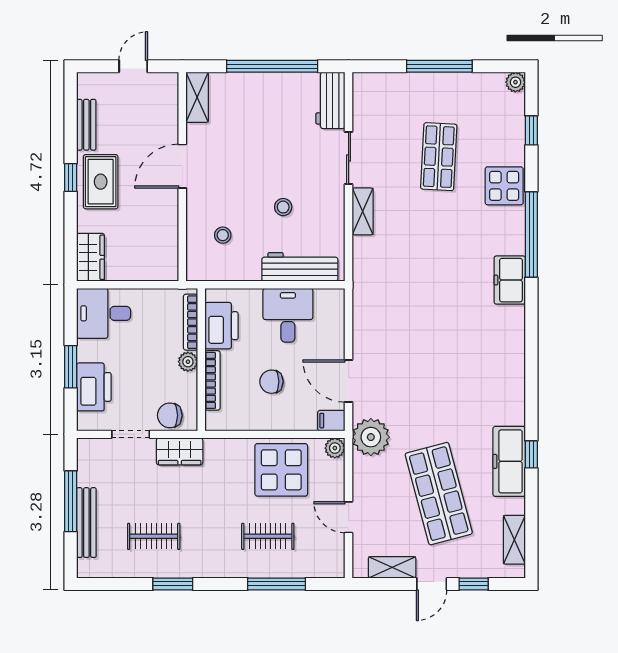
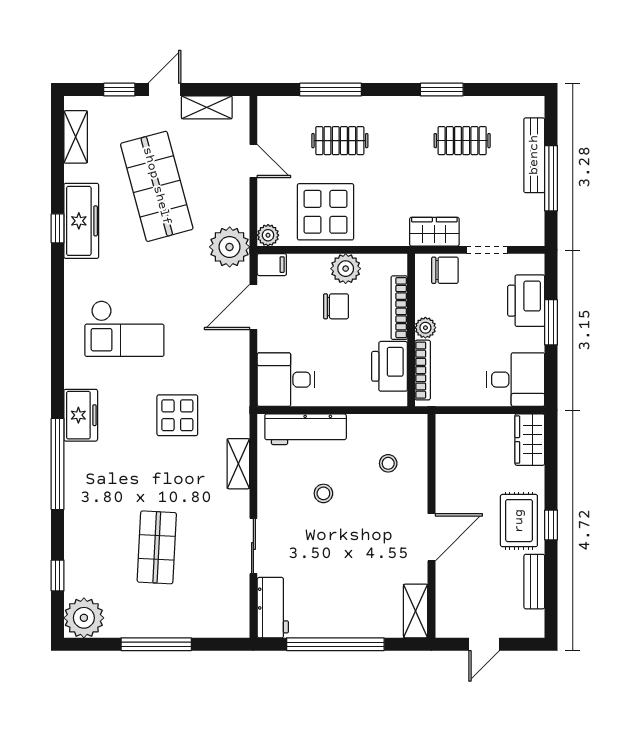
plant: (515, 82) -> (84, 618), width x1.88, depth x1.88
display table: (504, 186) -> (177, 415), moved
shelving: (363, 211) -> (238, 464), moved
desk: (288, 315) -> (286, 380), moved, turned 90
checkout: (469, 361) -> (124, 329), added
door: (349, 381) -> (253, 307), swing flipped
plant: (262, 417) -> (346, 269), added

